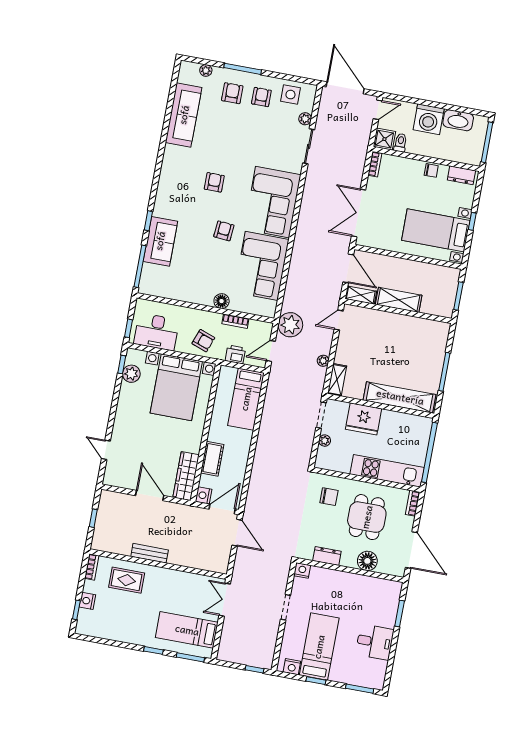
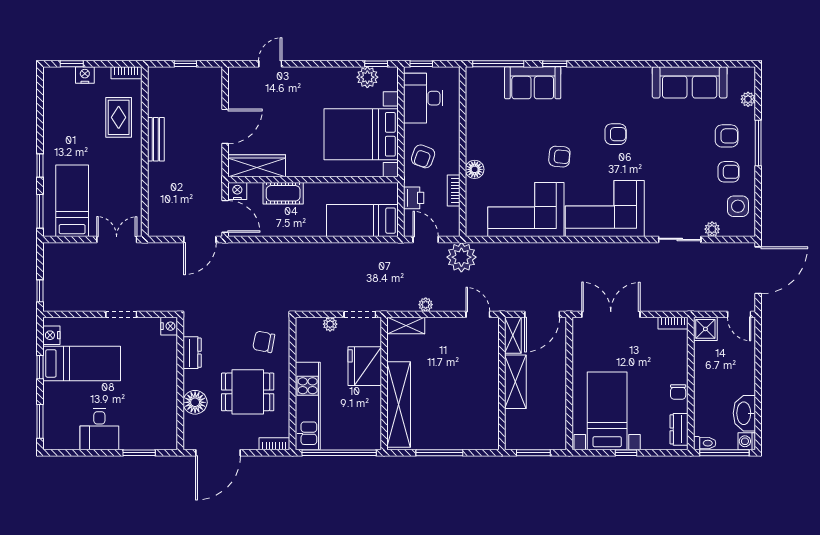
washing machine: (429, 119) -> (747, 441), moved, width x0.53, depth x0.53
toilet: (400, 143) -> (705, 443), moved
chair: (329, 497) -> (264, 342), turned 101

